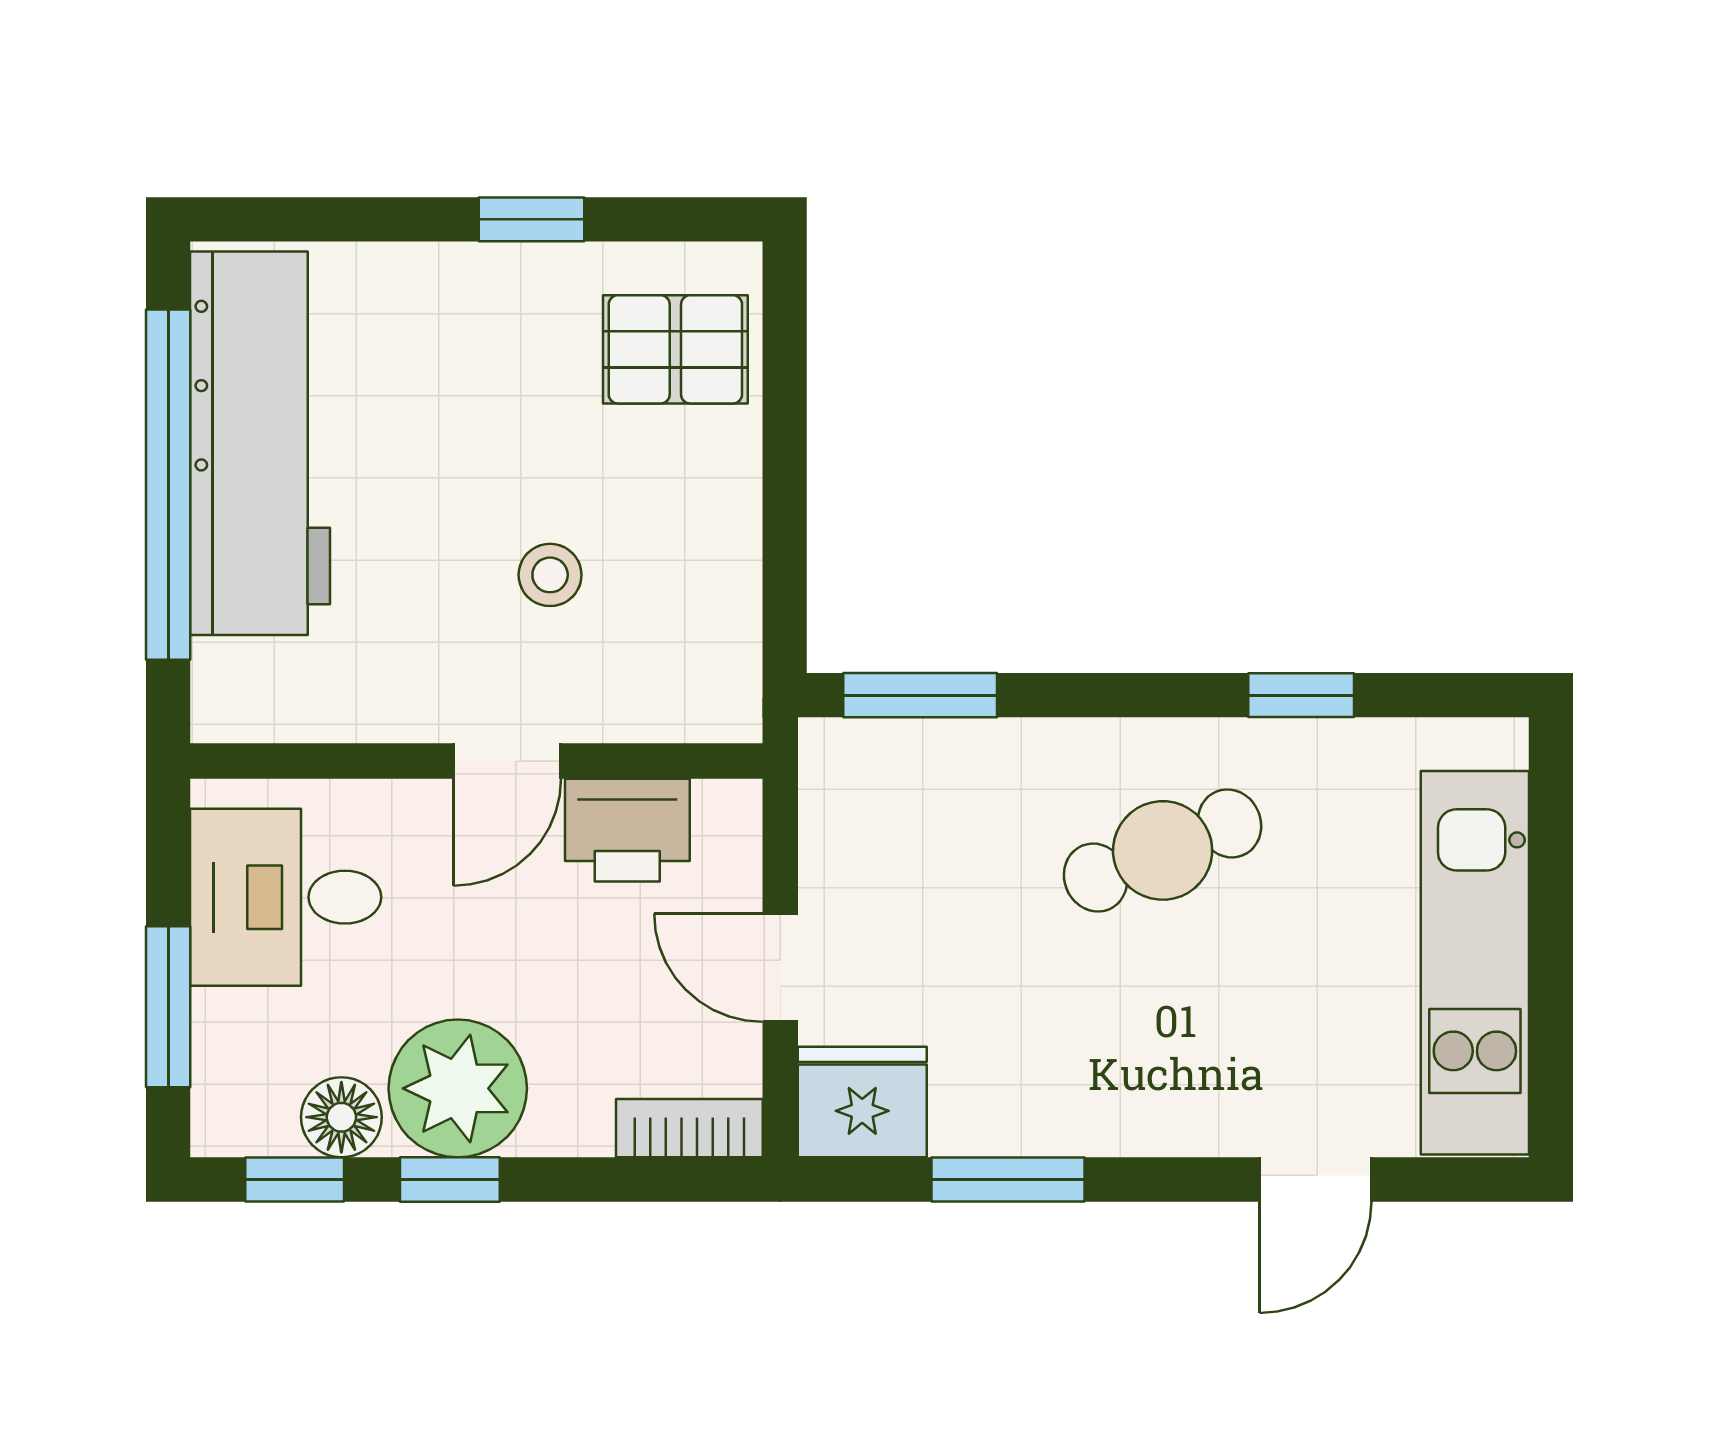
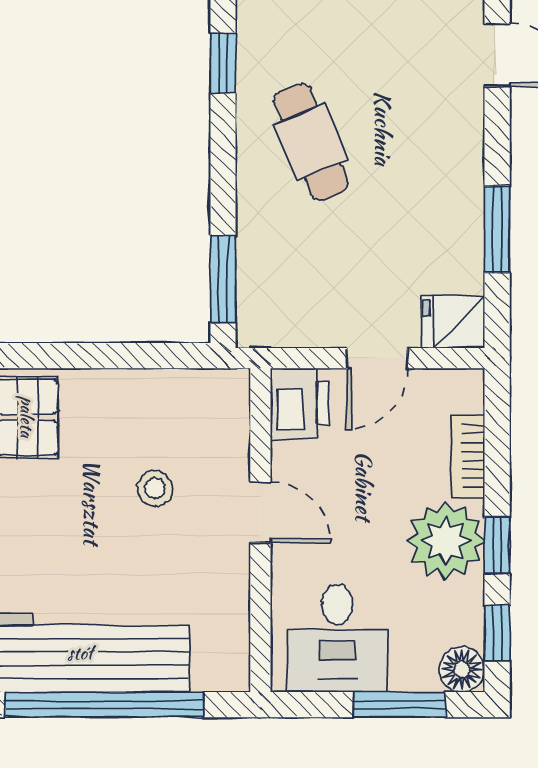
printer: (627, 830) -> (299, 403), moved
fridge: (862, 1102) -> (453, 322), width x0.72
floor lamp: (341, 1117) -> (462, 669), moved
bookcase: (689, 1128) -> (468, 456), moved

